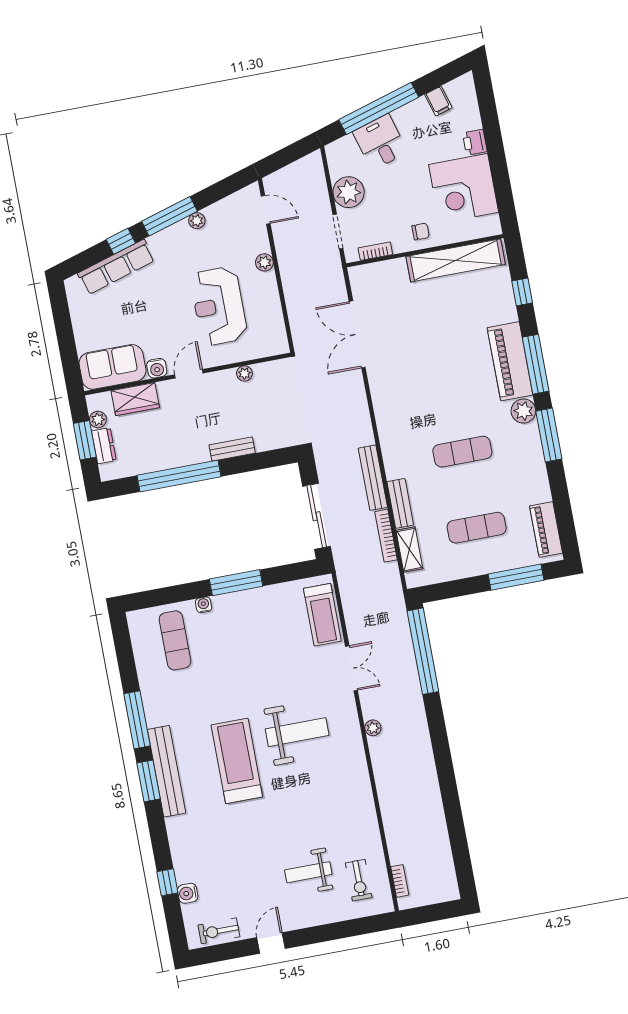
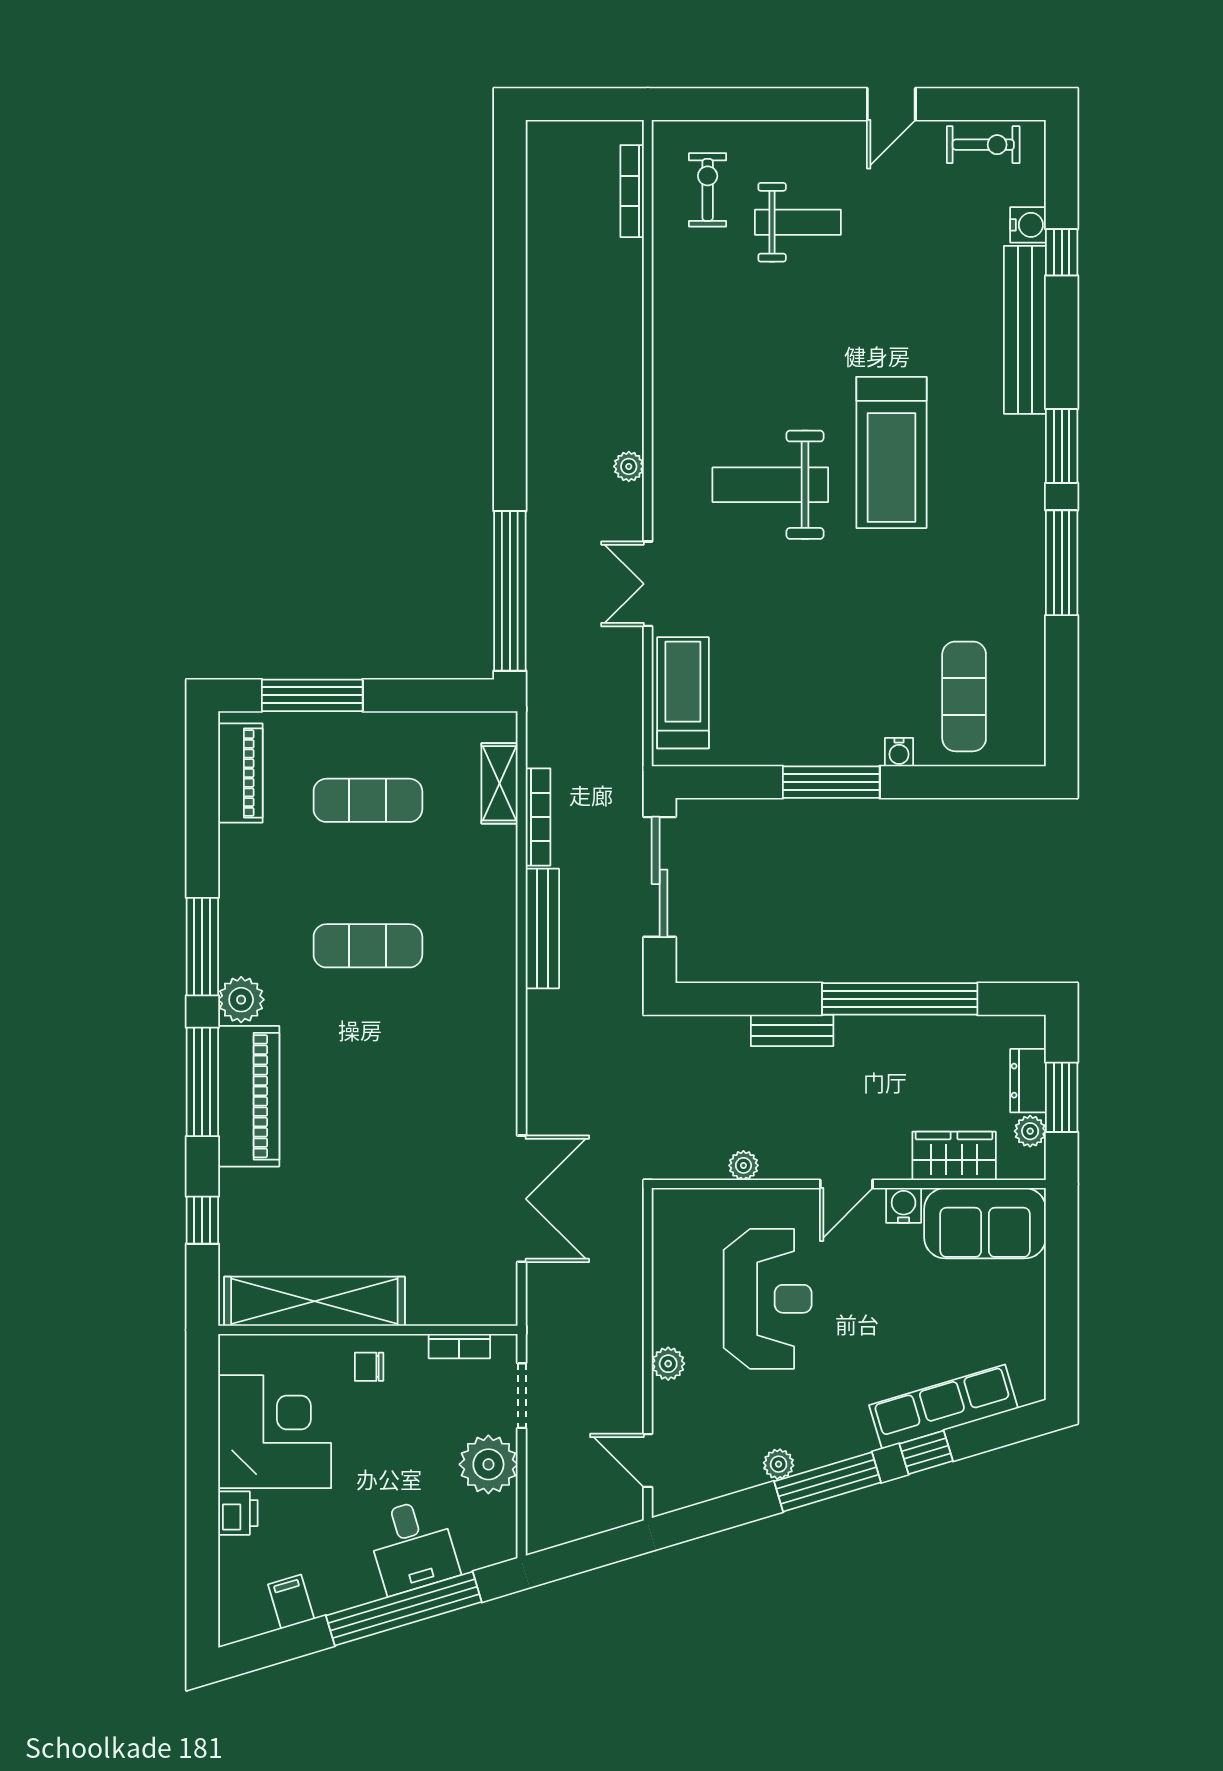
bench: (400, 503) -> (501, 872), removed
bench: (167, 771) -> (1025, 330), moved
bookcase: (400, 881) -> (632, 191), width x1.56

